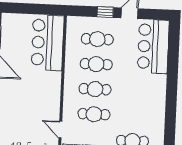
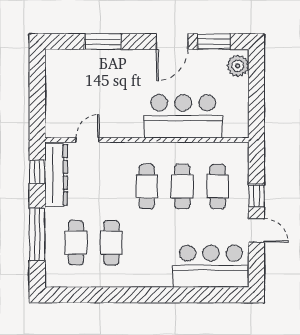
plant: (13, 21) -> (238, 66), added
bar counter: (48, 43) -> (183, 116), moved
cafe table: (94, 114) -> (111, 243), moved

